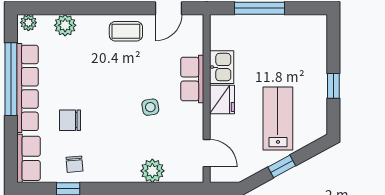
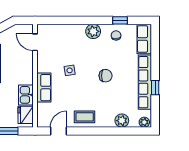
window: (11, 79) -> (155, 88), width x0.32
fridge: (222, 100) -> (26, 115), moved
chair: (70, 120) -> (106, 76), moved
plant: (152, 171) -> (93, 31), moved

